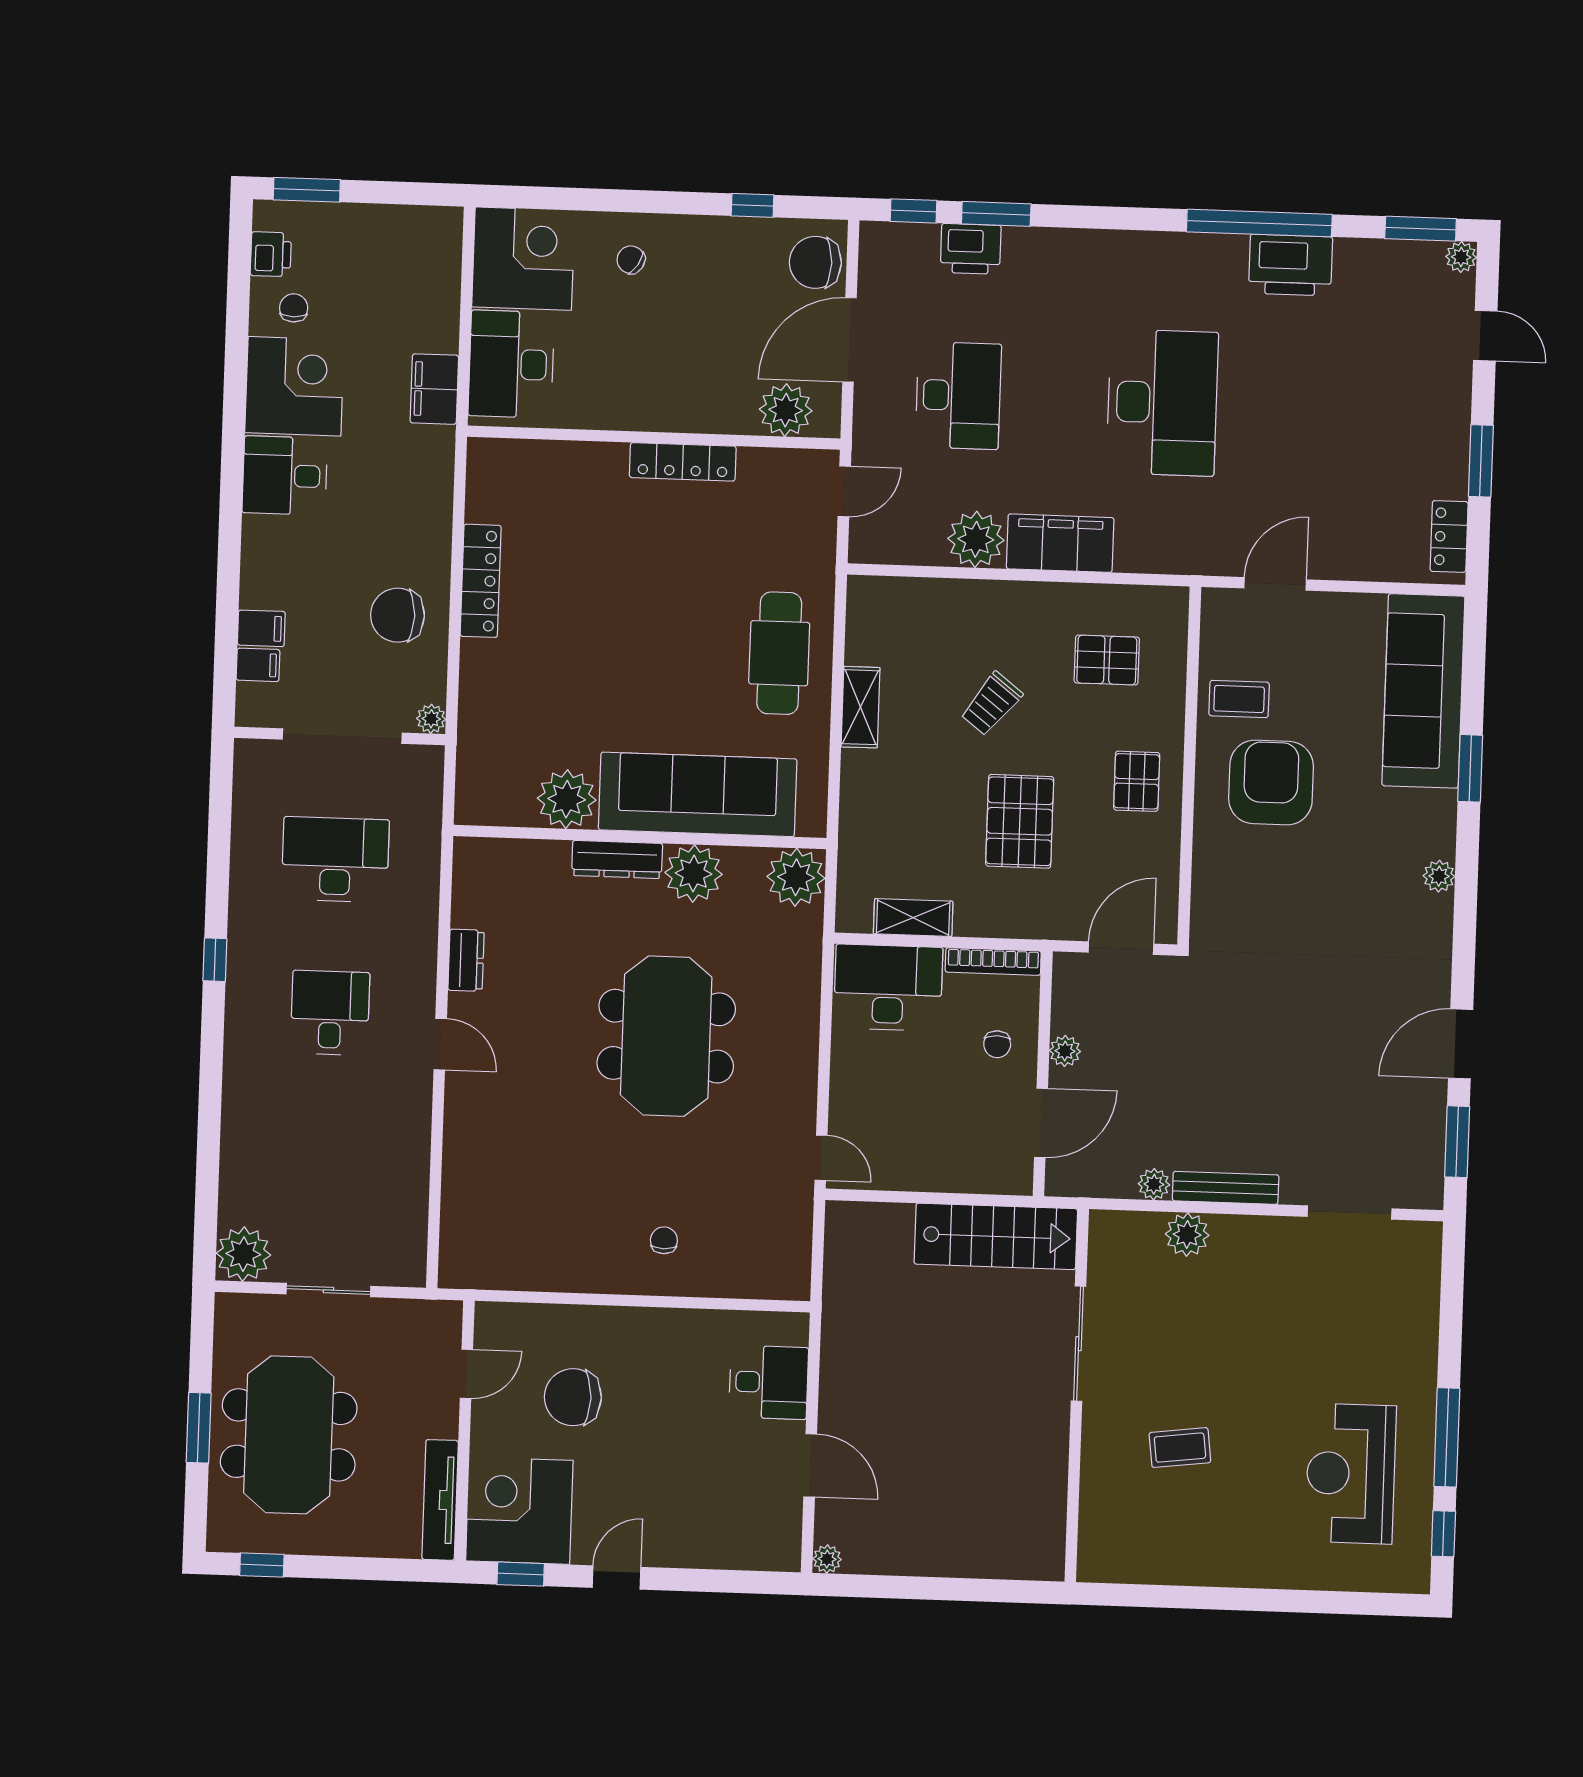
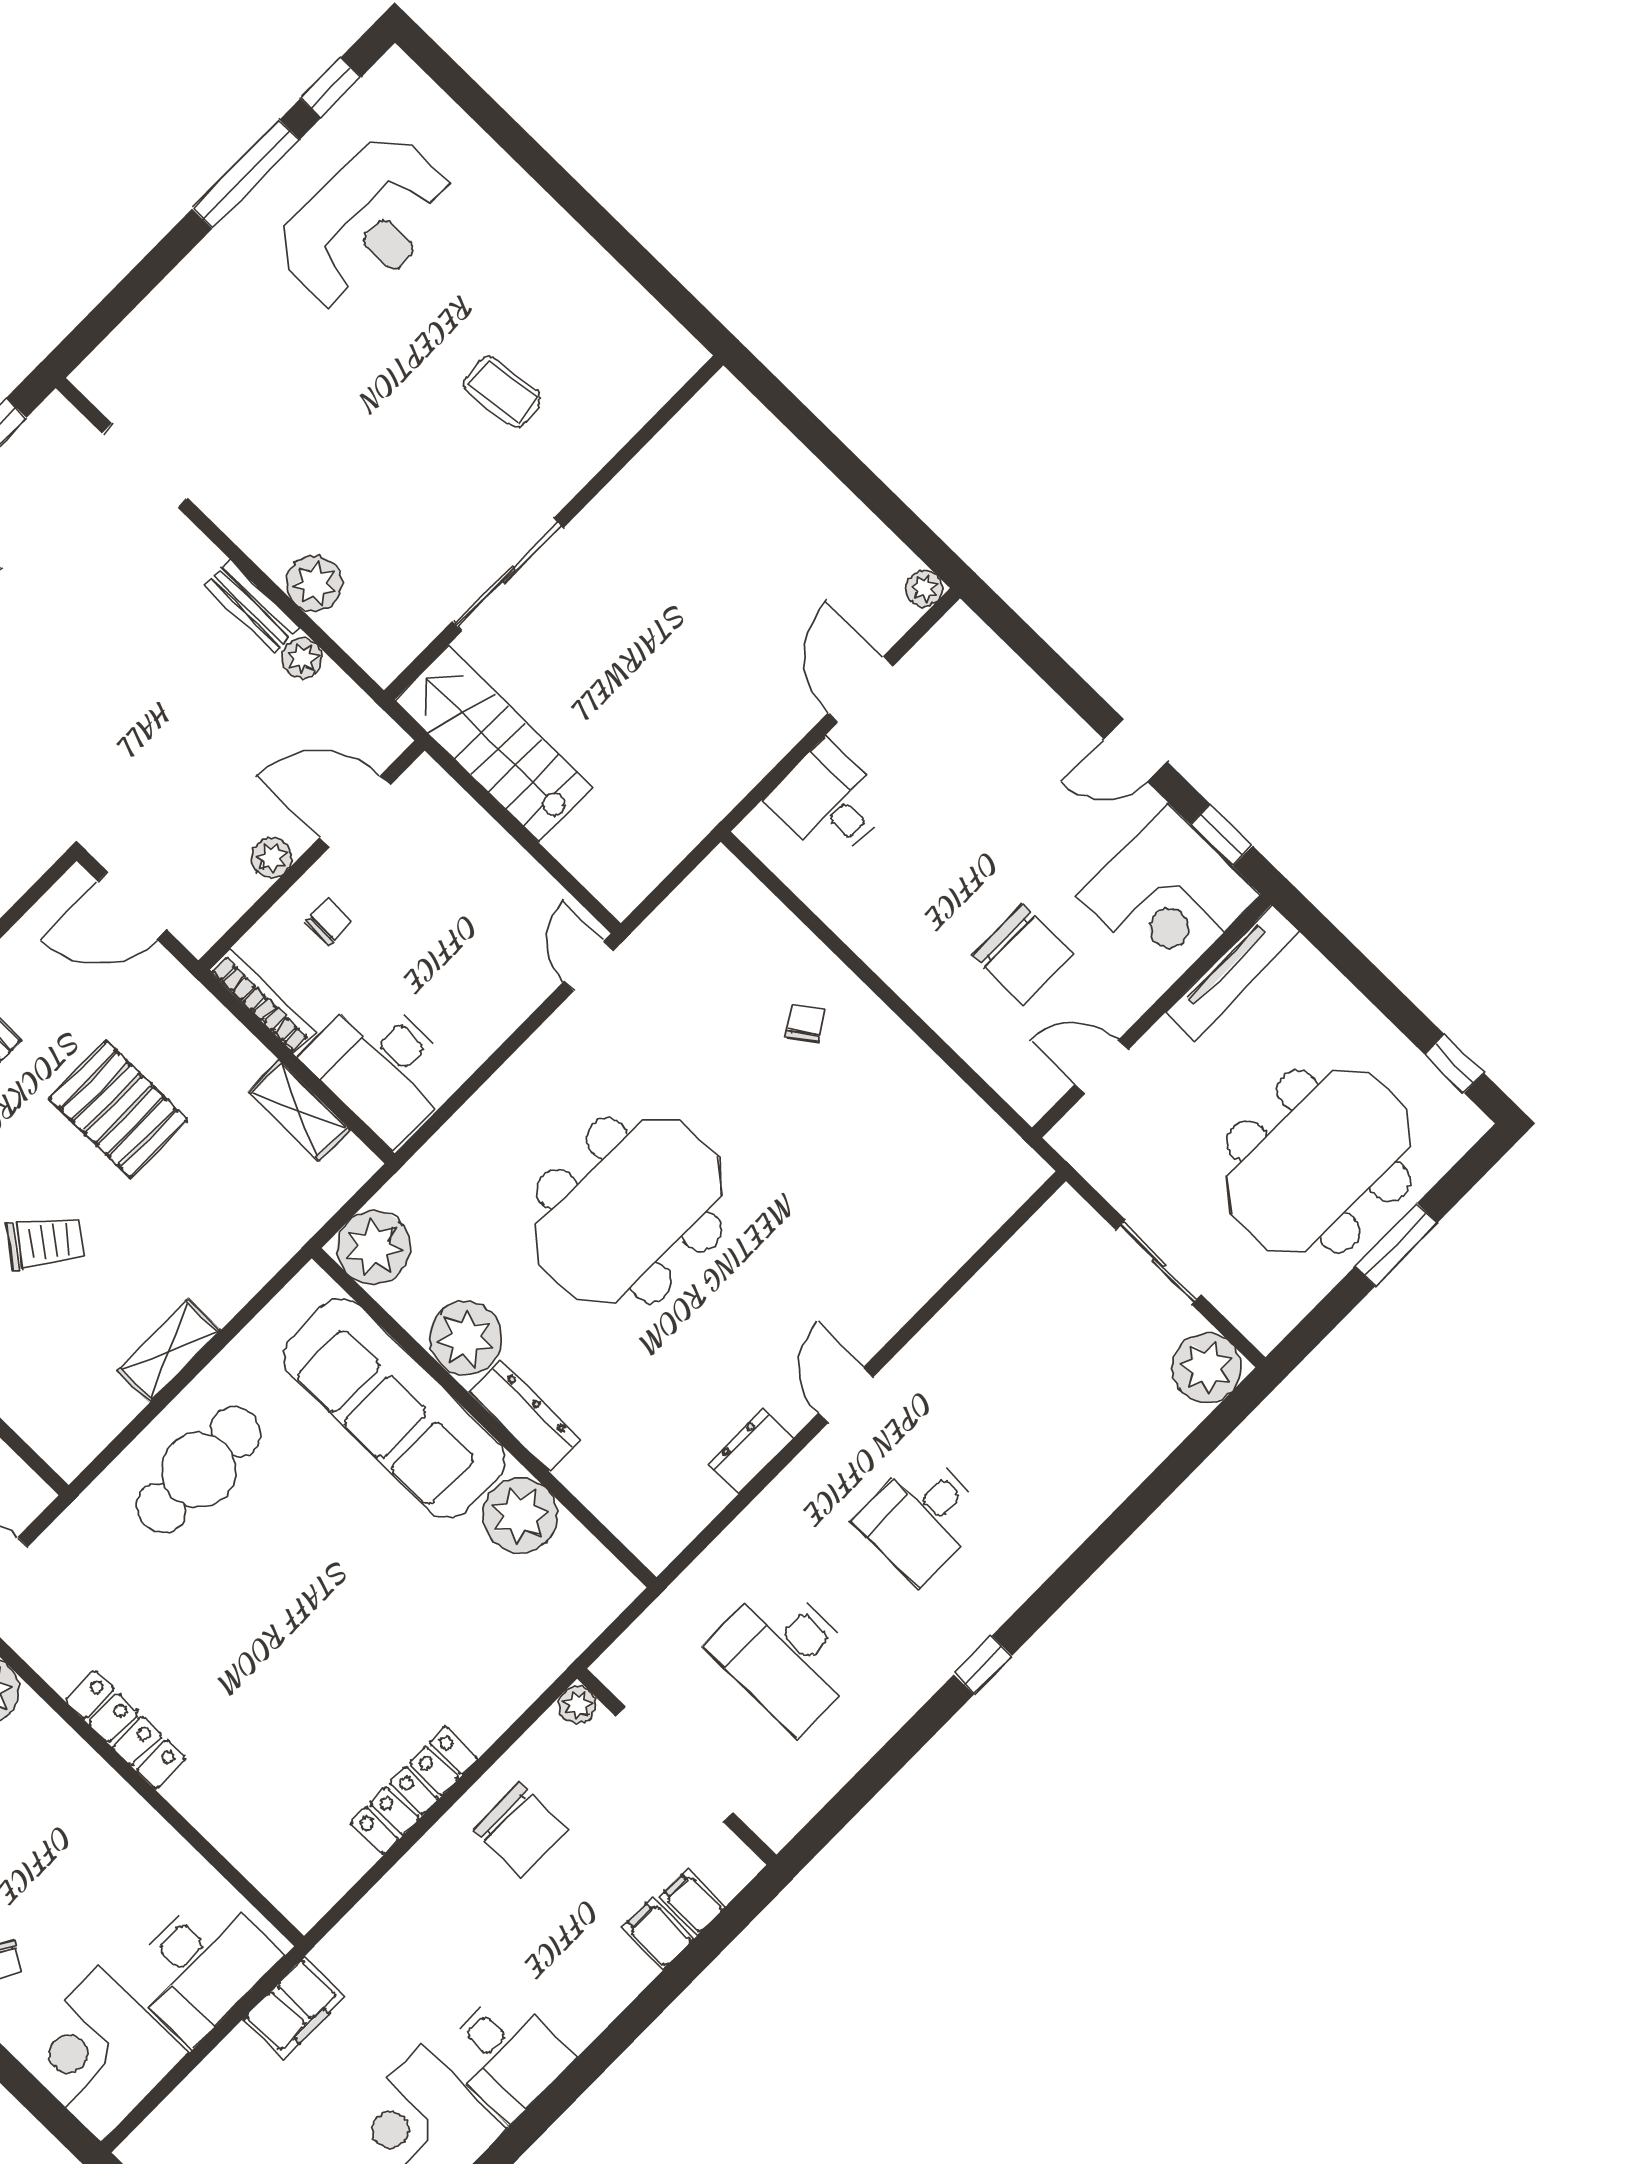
pallet: (1020, 821) -> (118, 1109), turned 90
bench: (1226, 1188) -> (252, 606), width x0.73
chair: (664, 1240) -> (805, 1023), turned 145

